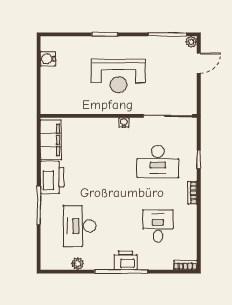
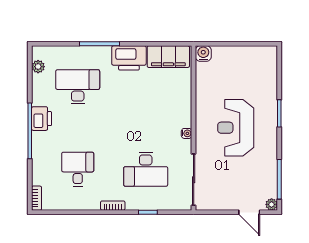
water cooler: (48, 59) -> (203, 54), moved
desk: (158, 161) -> (146, 169), turned -90
desk: (158, 226) -> (78, 169), turned -90
printer: (125, 260) -> (42, 119), moved
plant: (77, 264) -> (38, 67), moved

